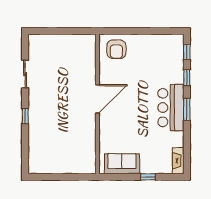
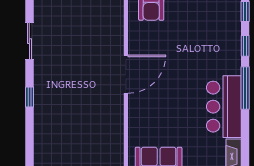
bar counter: (171, 108) -> (224, 107), moved
window: (187, 109) -> (245, 88), width x1.44

